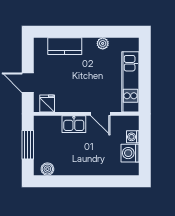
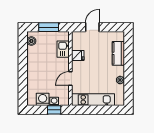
fridge: (47, 103) -> (78, 56), moved
kitchen sink: (74, 124) -> (63, 49), moved
window: (145, 137) -> (54, 110), added

